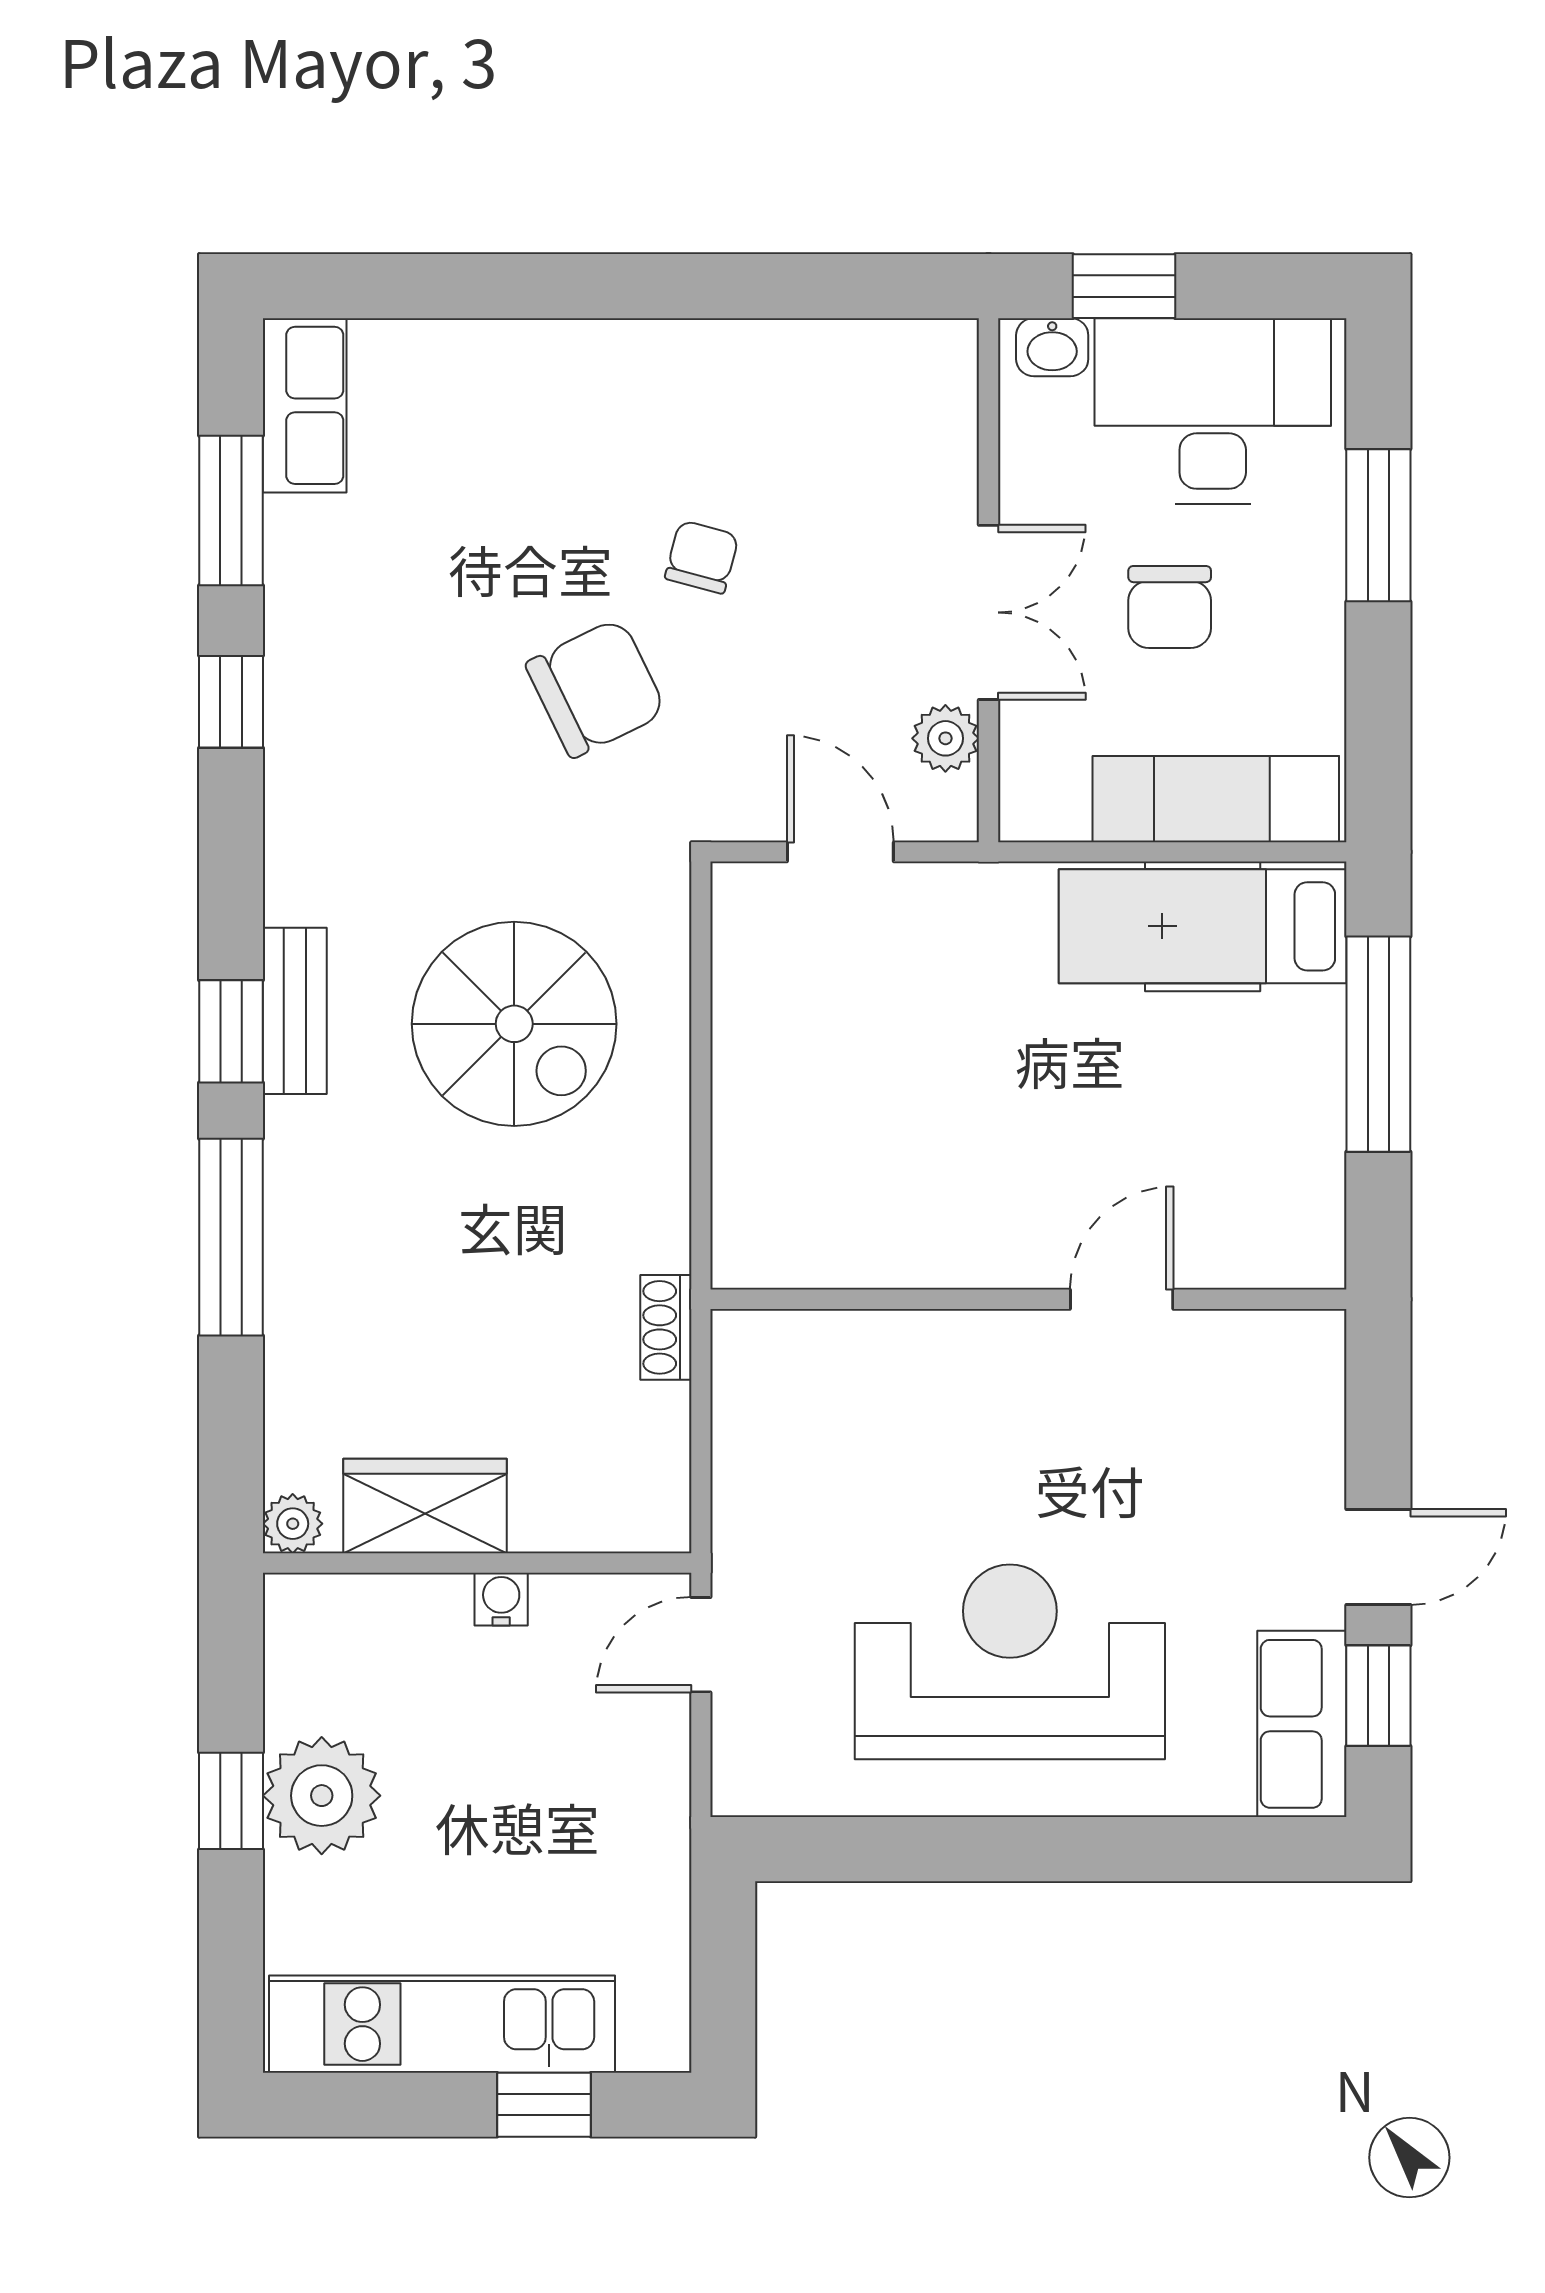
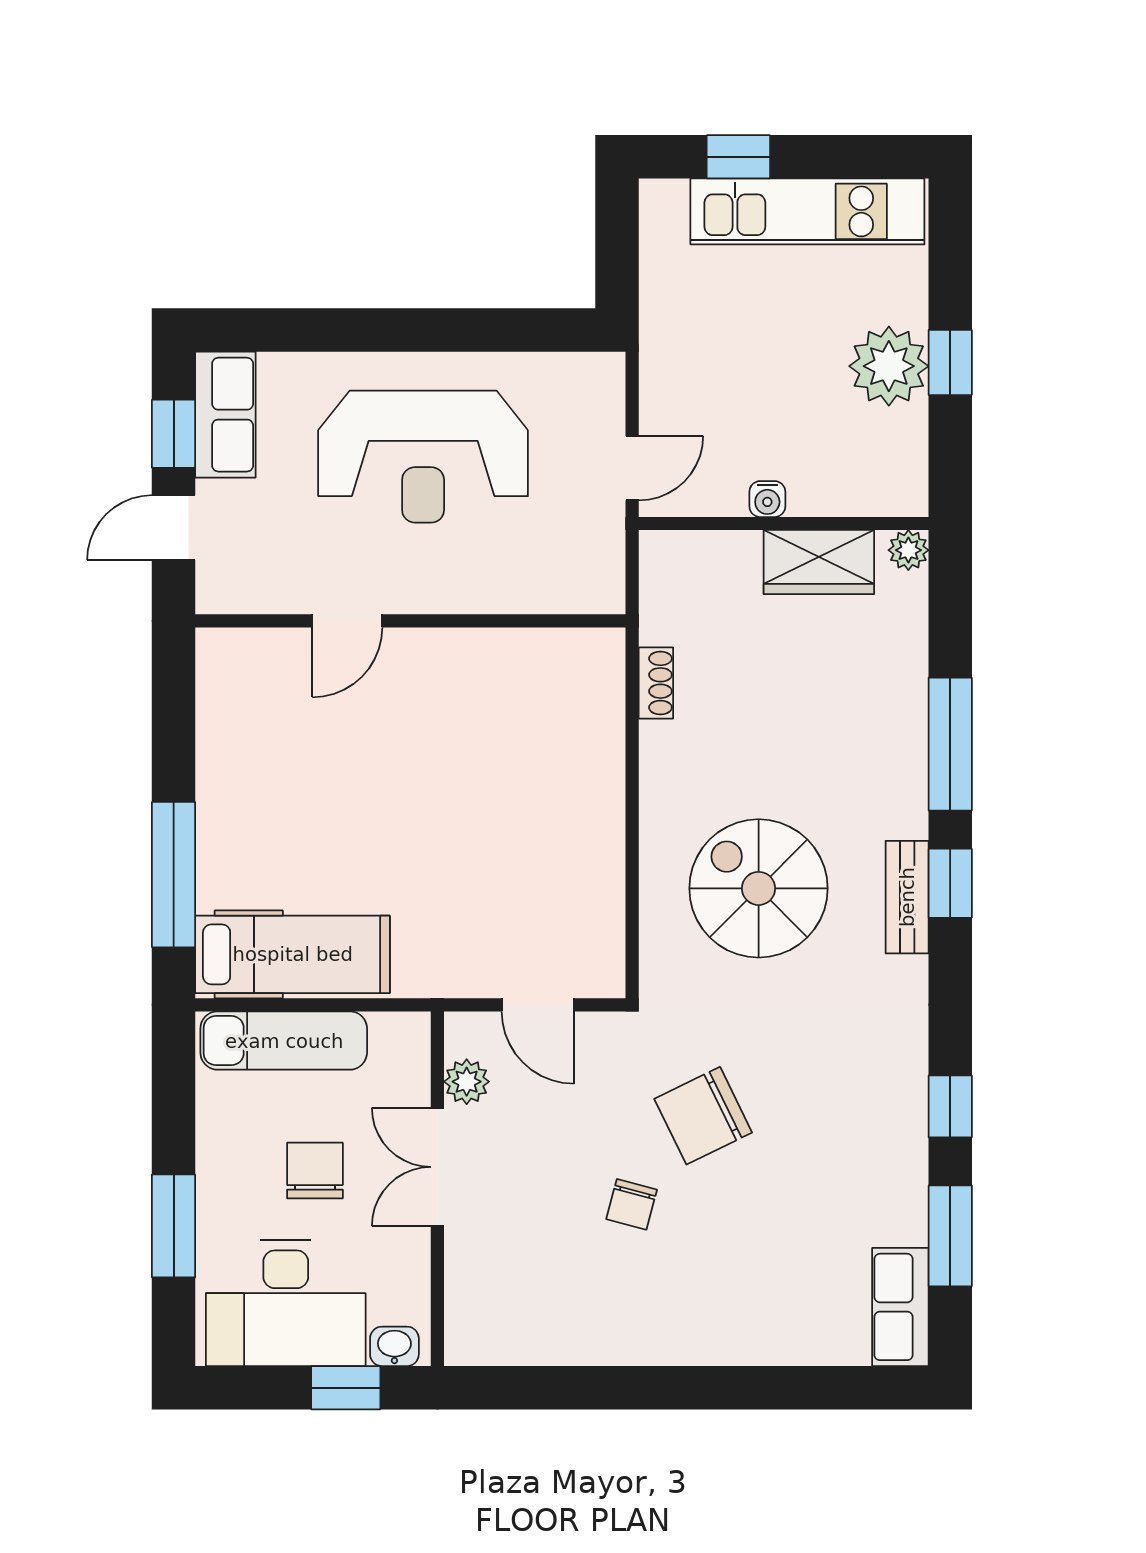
wall: (1028, 1299) -> (410, 621), moved
door: (1122, 1299) -> (347, 621), moved

